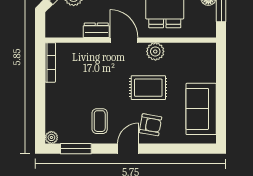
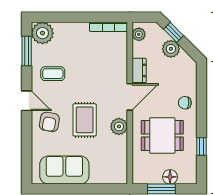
plant: (58, 31) -> (139, 34), added
plant: (51, 137) -> (42, 33), width x1.87, depth x1.87

